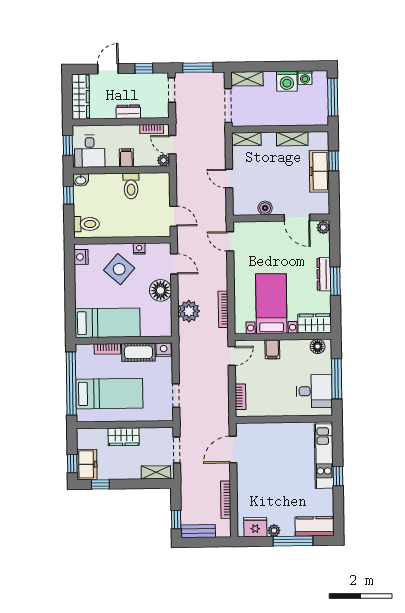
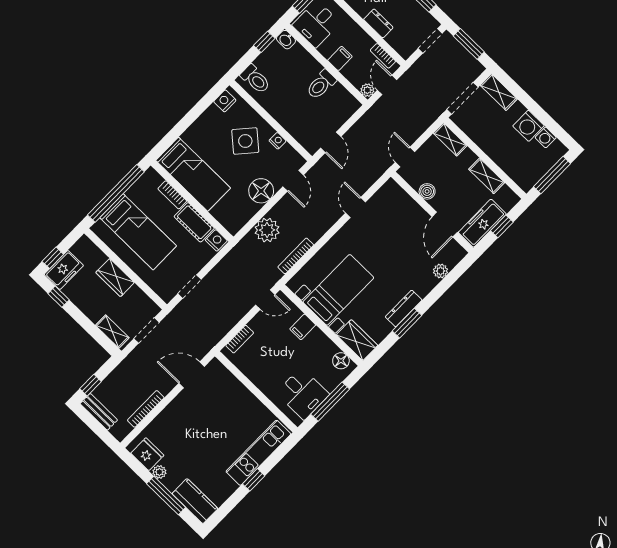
boiler: (265, 208) -> (427, 191), moved
wall: (281, 218) -> (432, 212), moved
door: (297, 218) -> (445, 225), moved

